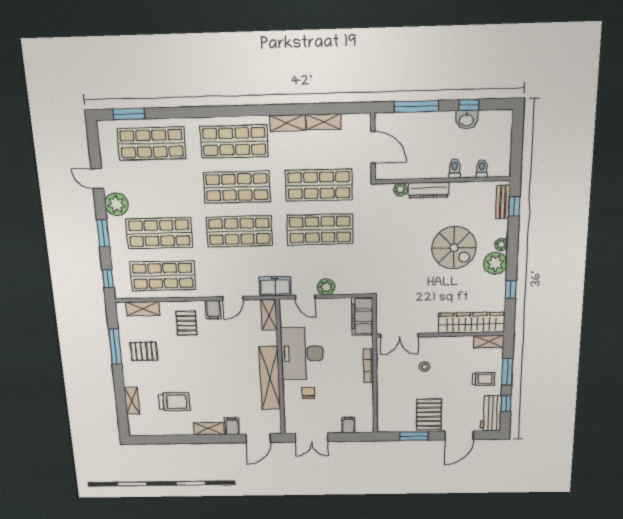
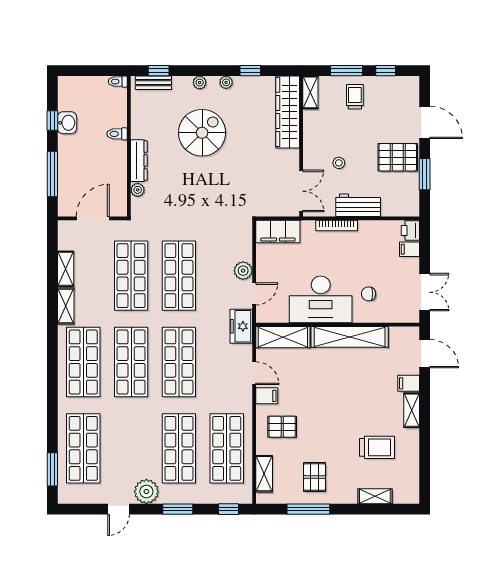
toilet: (482, 169) -> (118, 82), moved
plant: (495, 263) -> (226, 82), width x0.53, depth x0.53
shelving: (269, 315) -> (283, 337), width x1.50, depth x1.33
trolley: (174, 402) -> (377, 447), turned 90
workbench: (491, 413) -> (358, 205), moved, turned 180
printer: (365, 426) -> (410, 231), added

